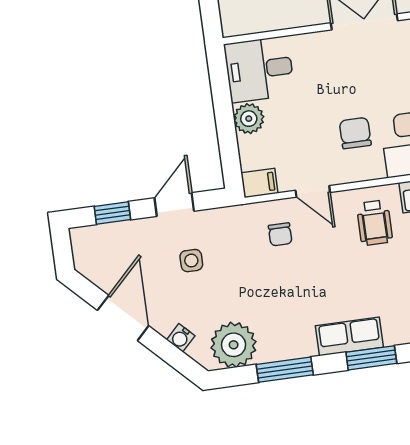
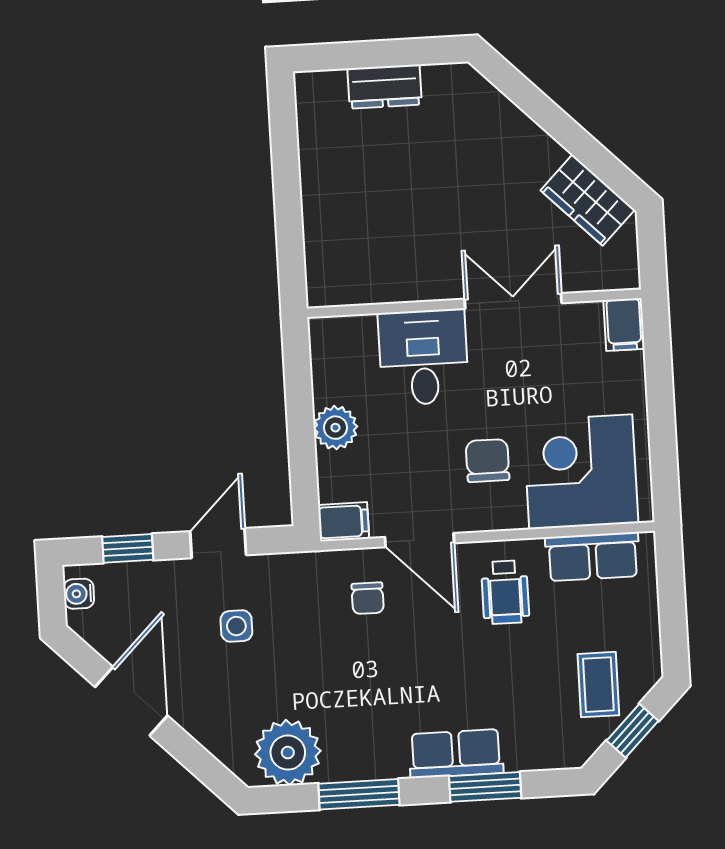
desk: (259, 69) -> (423, 357), moved, turned 90
door: (313, 191) -> (420, 540), width x1.38
water cooler: (181, 338) -> (79, 594), moved, turned 45

